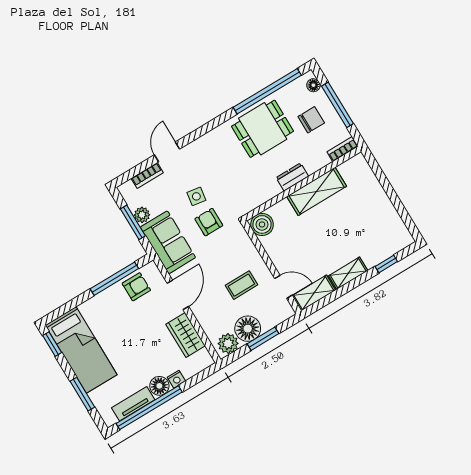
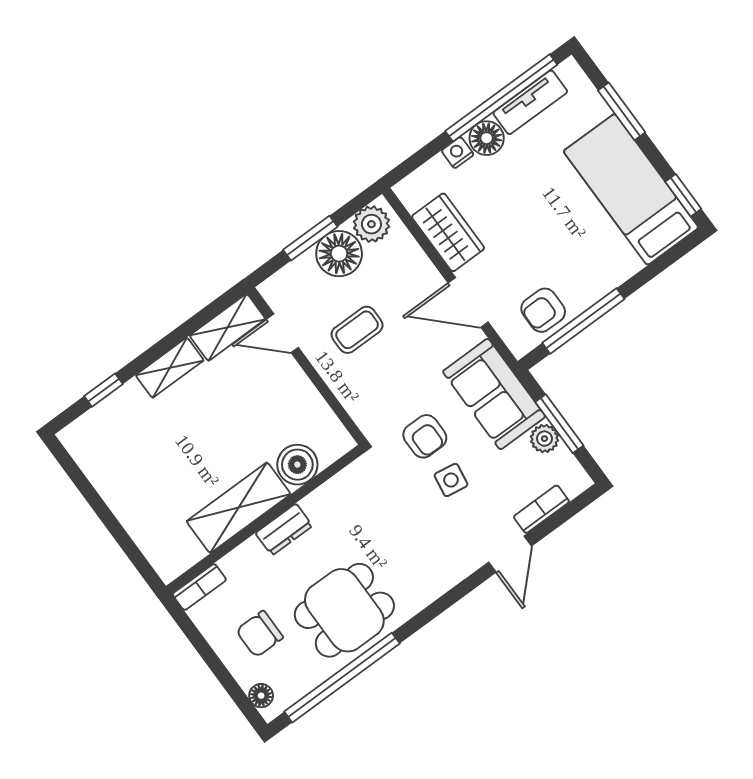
window: (337, 105) -> (215, 665), removed
boiler: (262, 224) -> (297, 465), moved
door: (178, 295) -> (468, 302), hinge flipped

